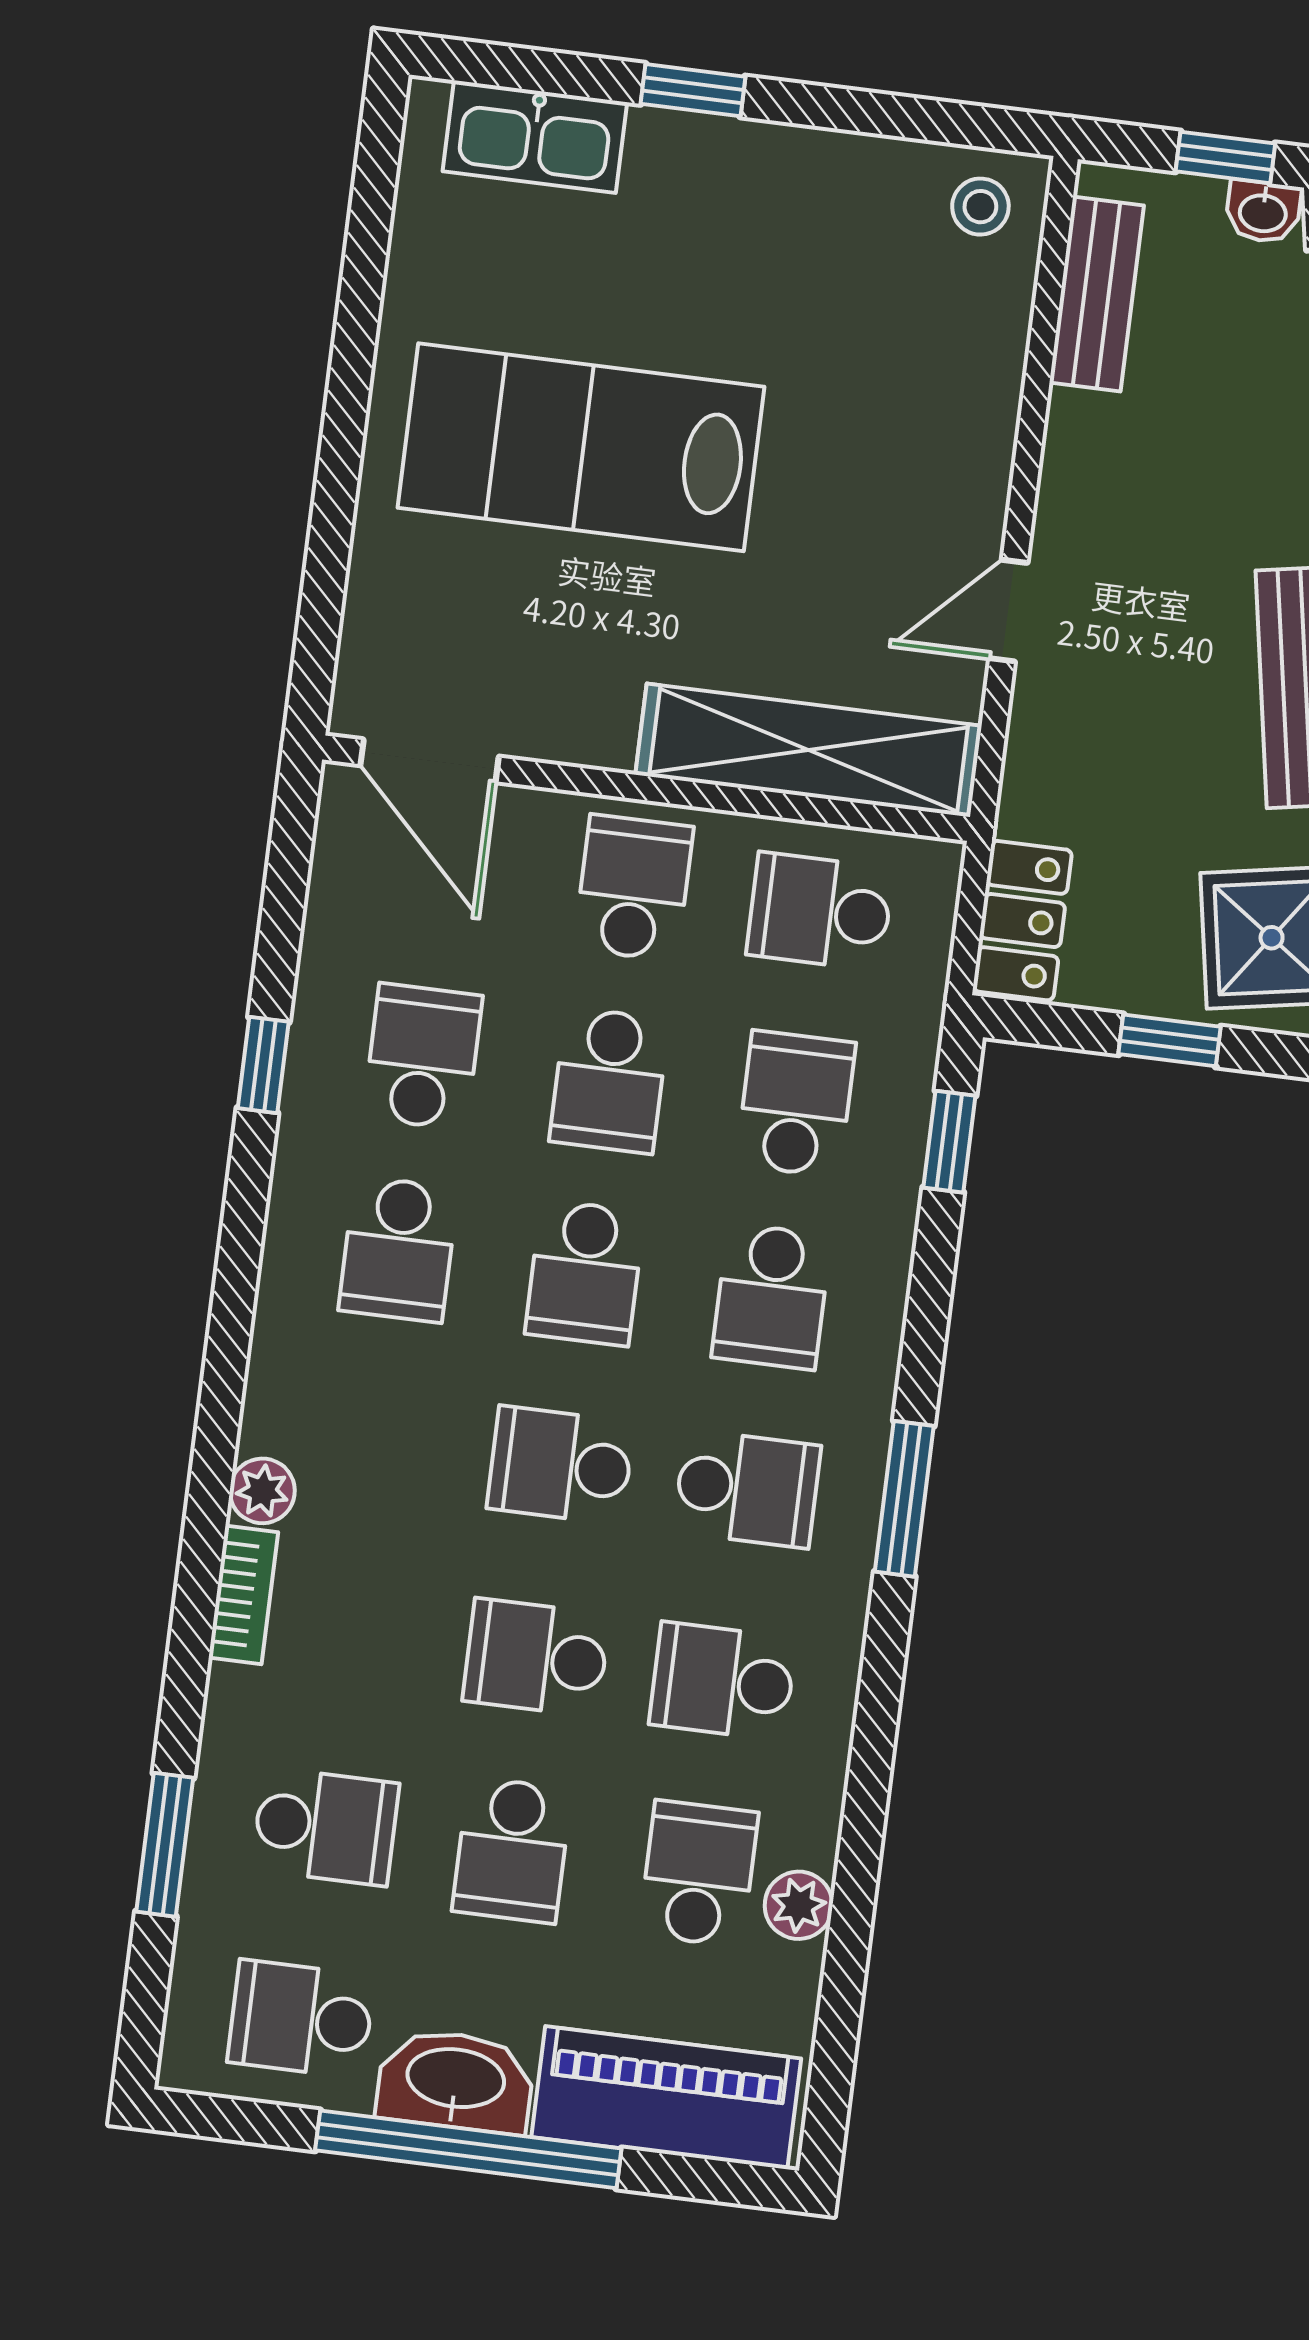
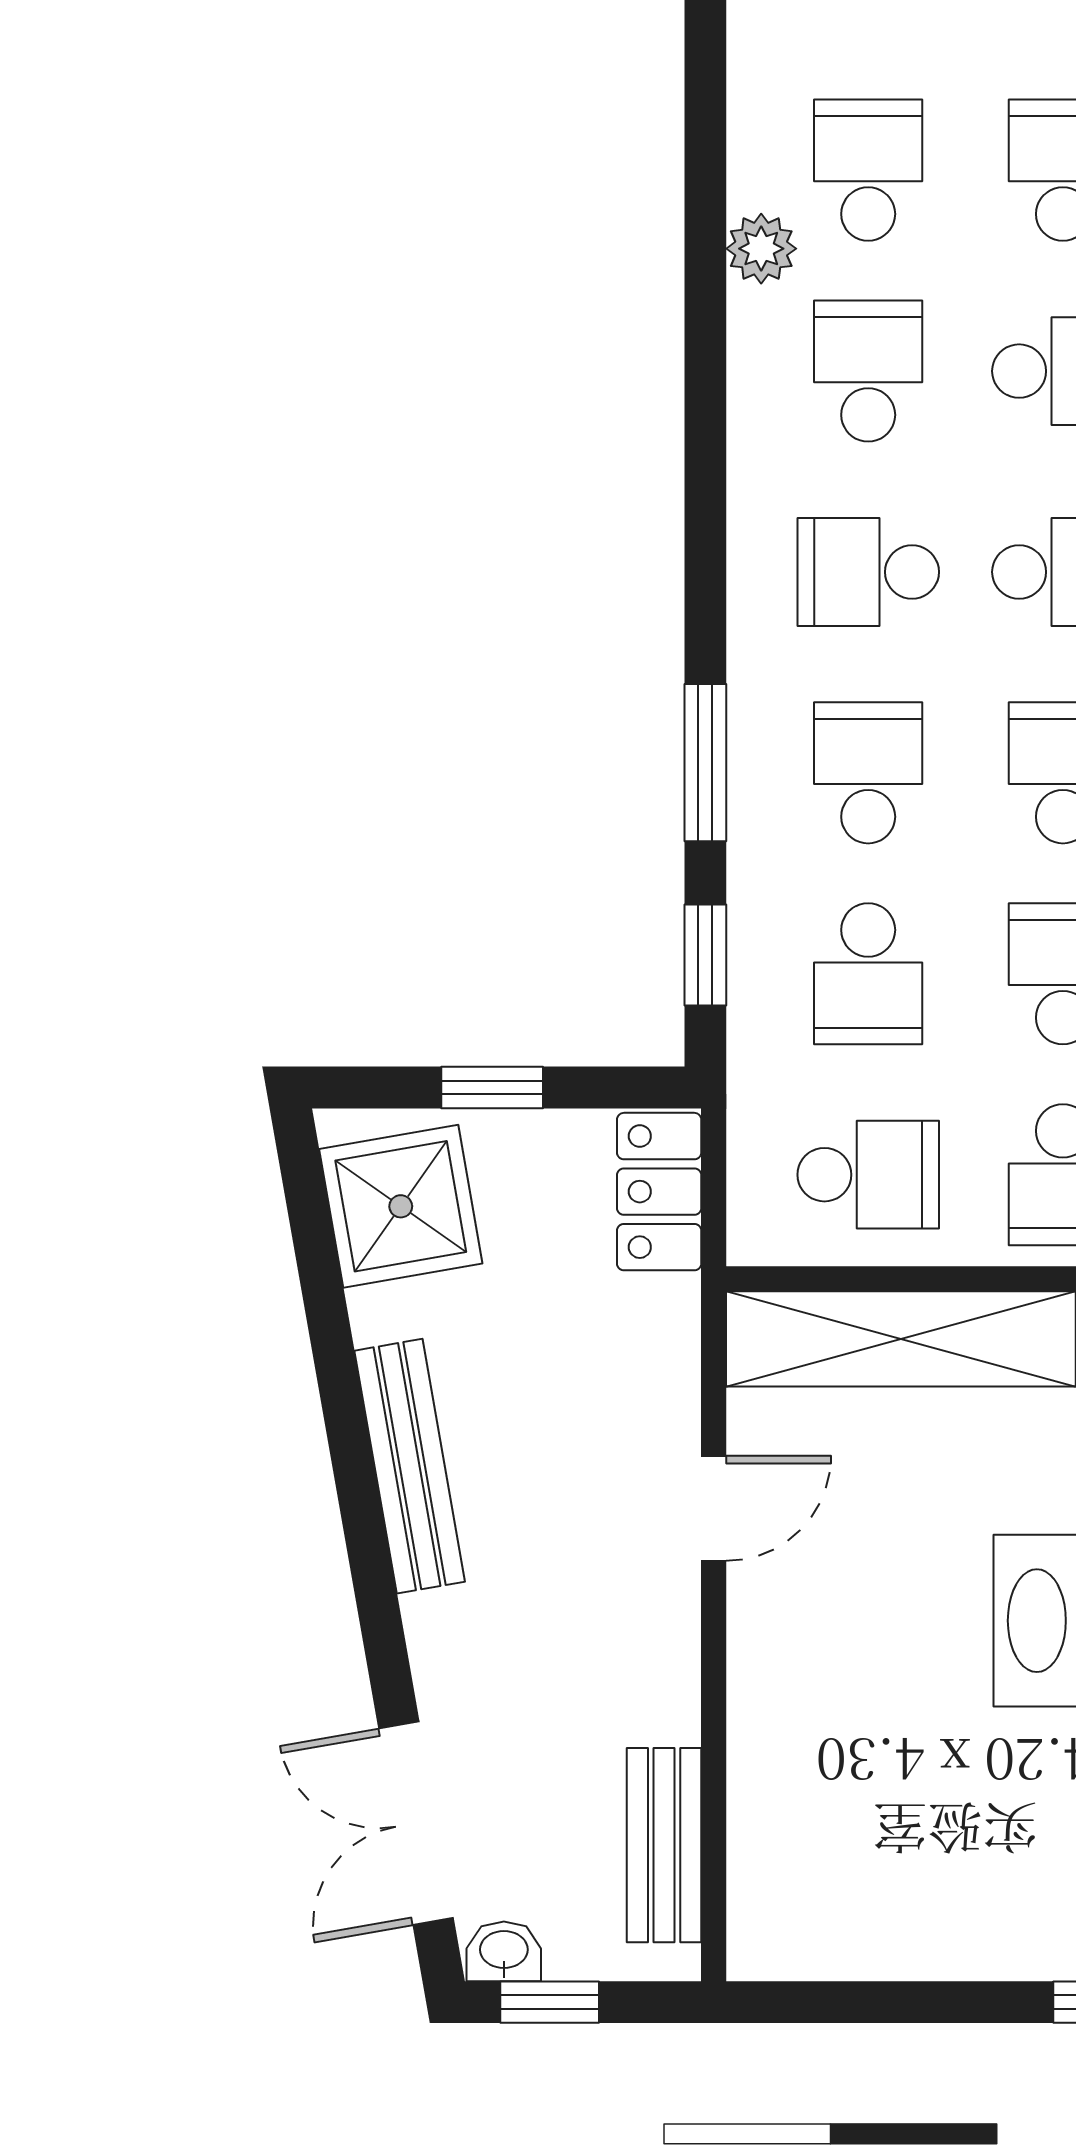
stool: (980, 207) -> (795, 1920), removed
window: (904, 1499) -> (705, 763), moved
school desk: (723, 1681) -> (868, 371), turned -90
school desk: (698, 1874) -> (868, 170), turned 180
plant: (799, 1905) -> (761, 249), moved

